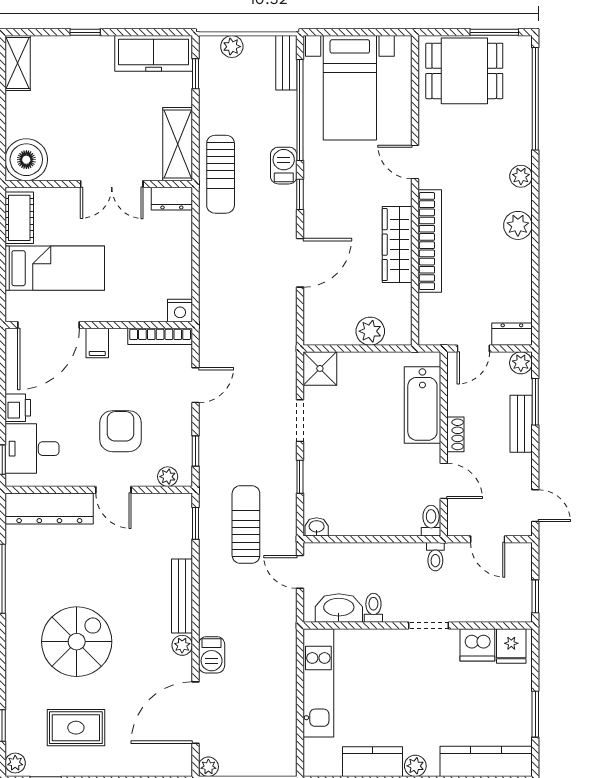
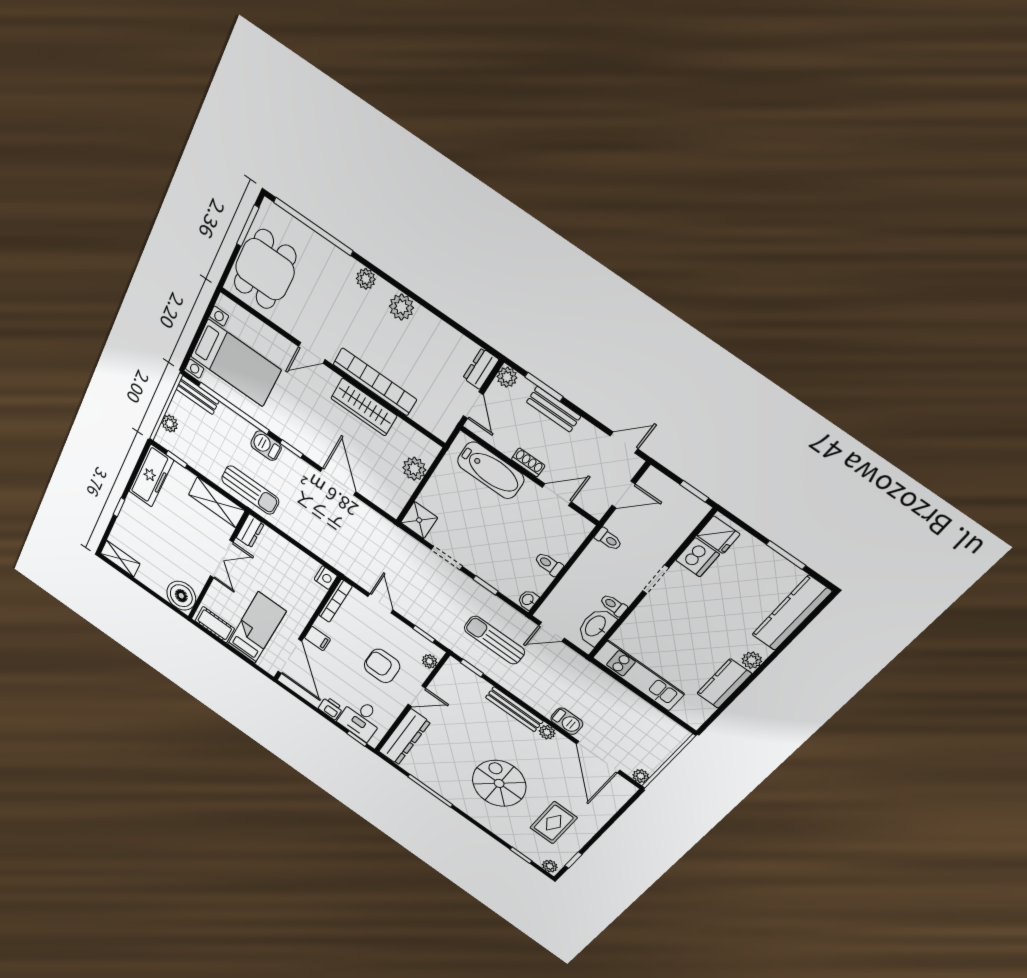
toilet: (431, 521) -> (549, 564), moved

